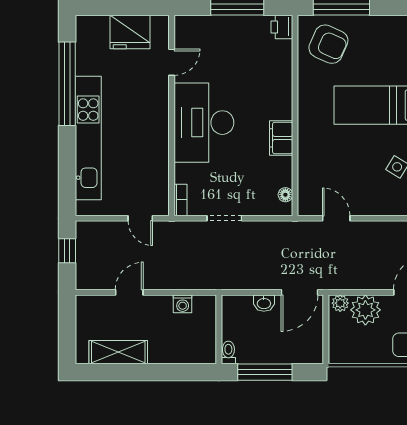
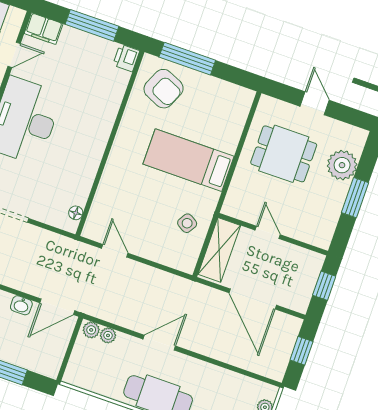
filing cabinet: (281, 138) -> (44, 29), moved, turned -90
plant: (365, 310) -> (108, 335), width x0.53, depth x0.53

